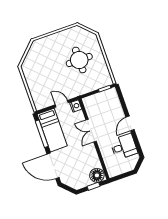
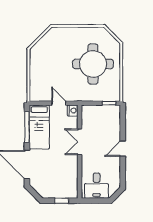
round table: (79, 60) -> (93, 64), width x1.36, depth x1.36
desk: (124, 147) -> (96, 186), moved, turned 90
floor lamp: (97, 175) -> (69, 190), removed

